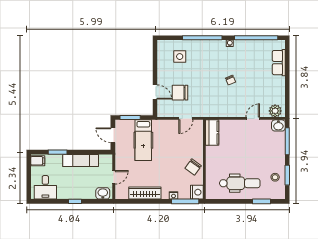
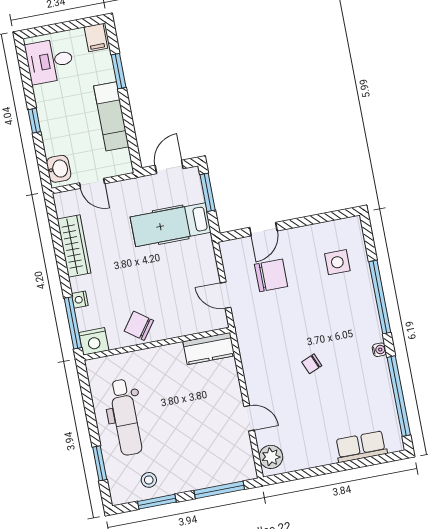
chair: (180, 93) -> (271, 275), turned 90
washbasin: (278, 125) -> (245, 468), removed

